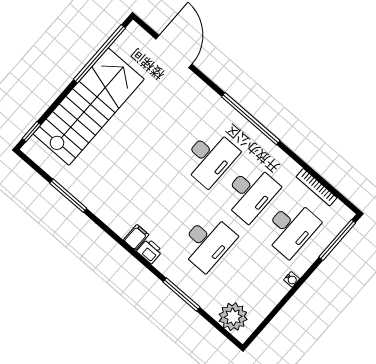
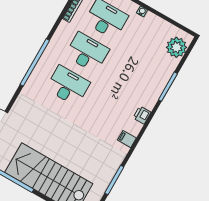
filing cabinet: (136, 237) -> (127, 139), moved
desk: (207, 242) -> (128, 76), removed

